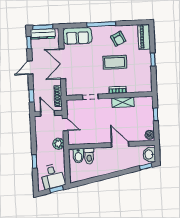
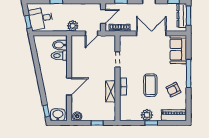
plant: (145, 64) -> (147, 115), added

